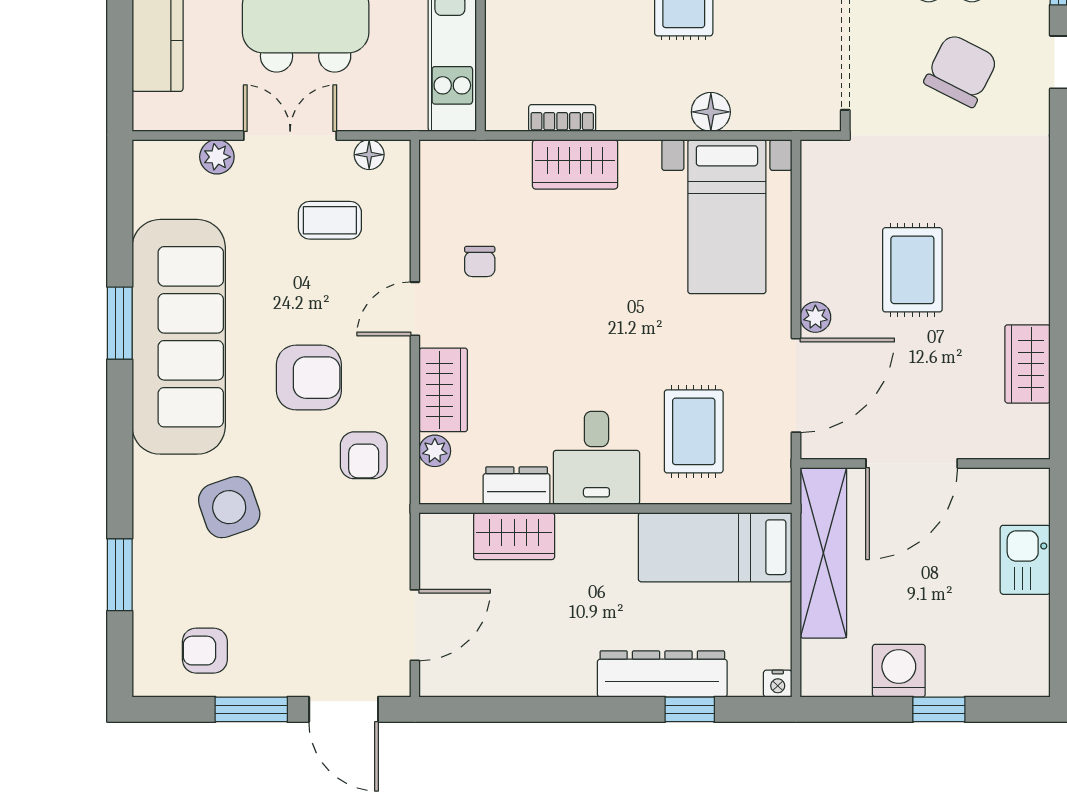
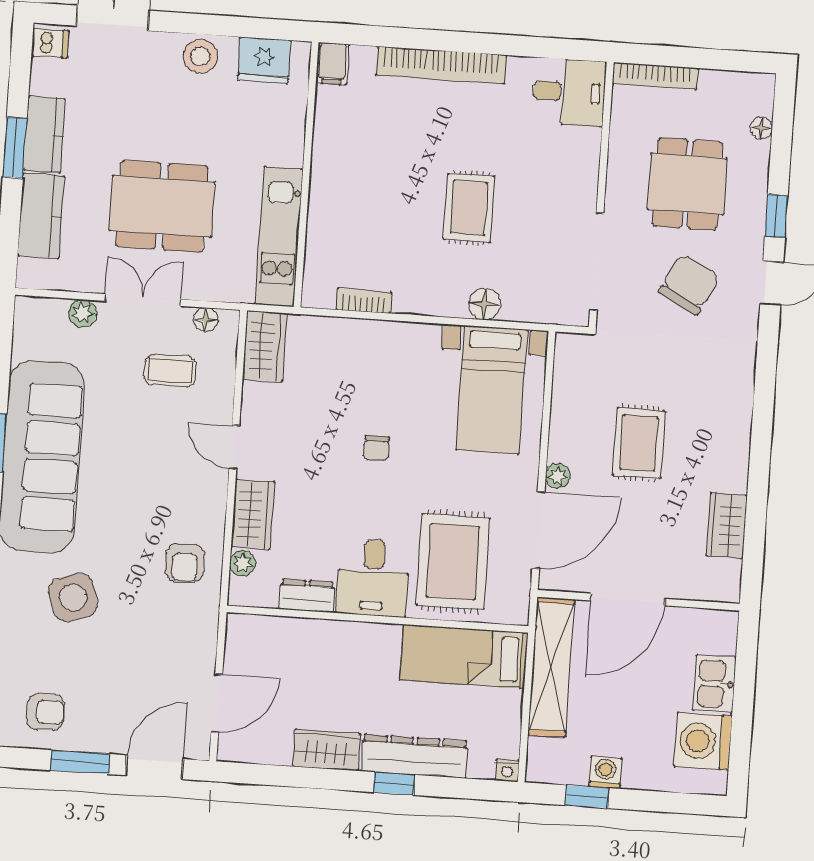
wardrobe: (575, 164) -> (264, 346), moved, turned -90
chair: (480, 261) -> (377, 448), moved
door: (415, 309) -> (234, 447), hinge flipped
armchair: (309, 378) -> (145, 497), removed
rug: (694, 431) -> (453, 562), width x1.36, depth x1.43
wardrobe: (514, 536) -> (326, 750), moved, turned 180
washing machine: (1017, 631) -> (703, 741), added
armchair: (205, 651) -> (45, 712), turned 180
washing machine: (899, 671) -> (605, 772), width x0.73, depth x0.73
door: (344, 709) -> (154, 767), swing flipped
window: (690, 709) -> (394, 784), moved
window: (939, 709) -> (587, 797), moved

